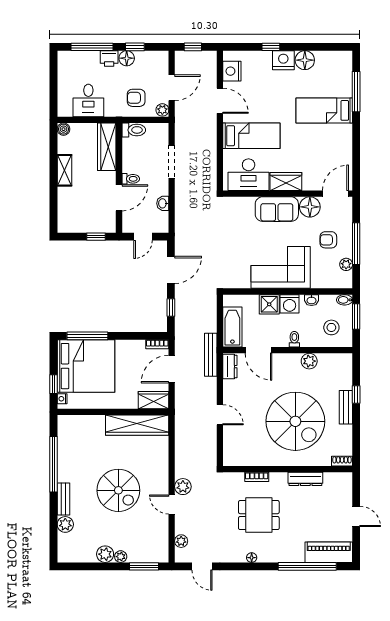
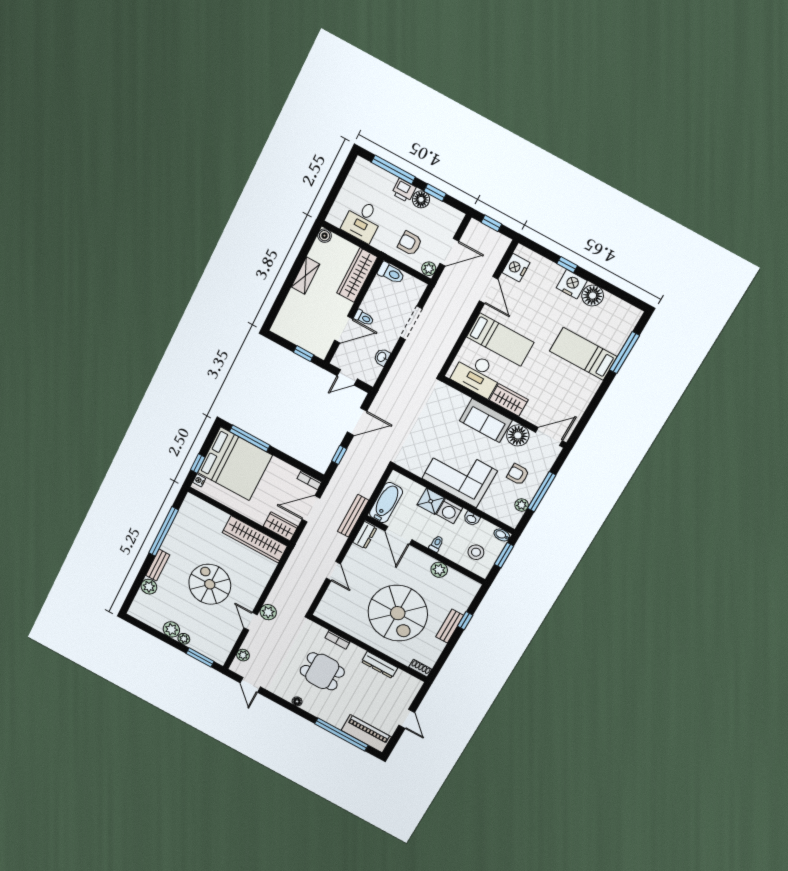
spiral stairs: (118, 490) -> (210, 584), turned 180

